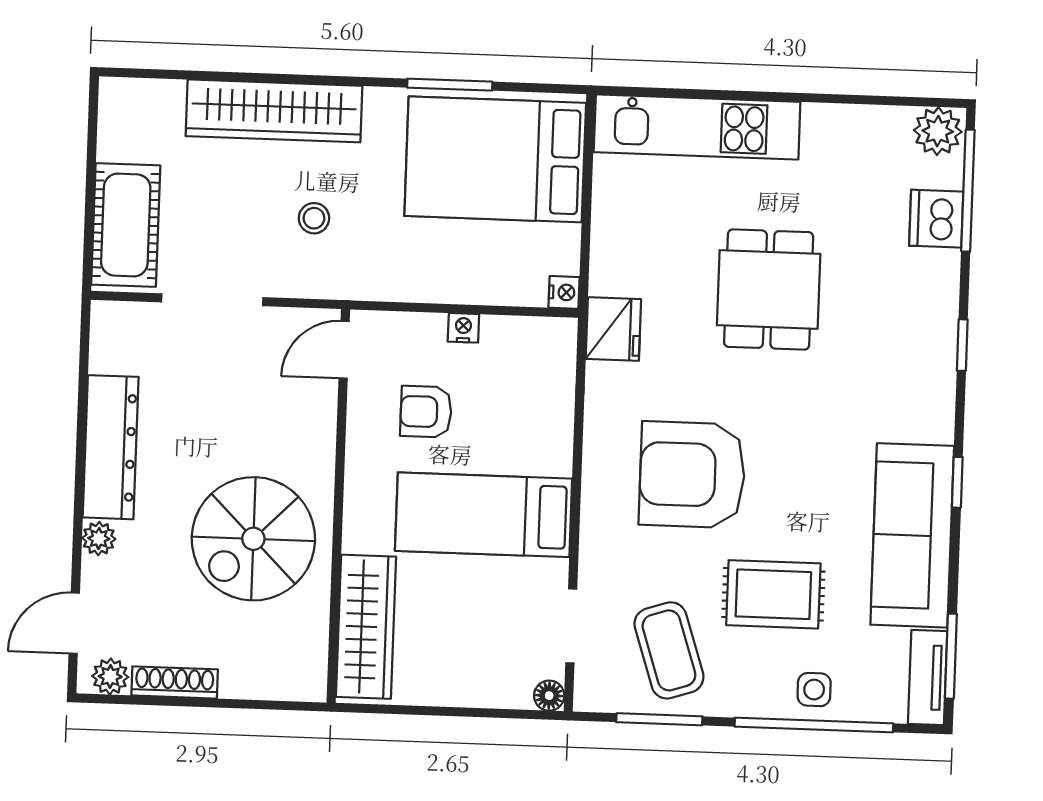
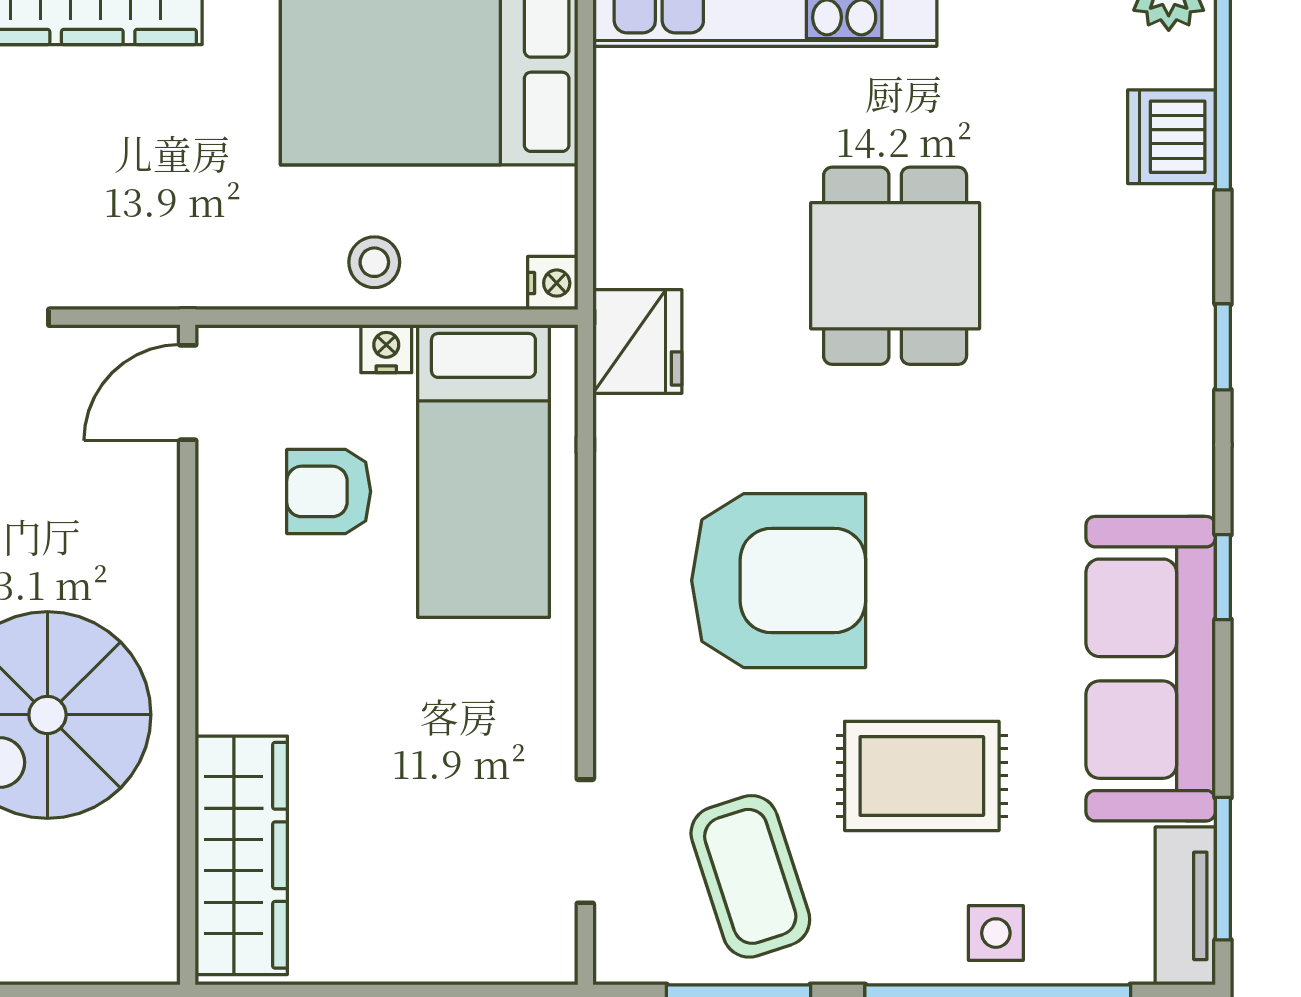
stool: (314, 218) -> (374, 262), moved
armchair: (692, 475) -> (779, 581), turned 180
bed: (484, 515) -> (483, 471), moved, turned -90
floor lamp: (549, 696) -> (552, 959), removed

